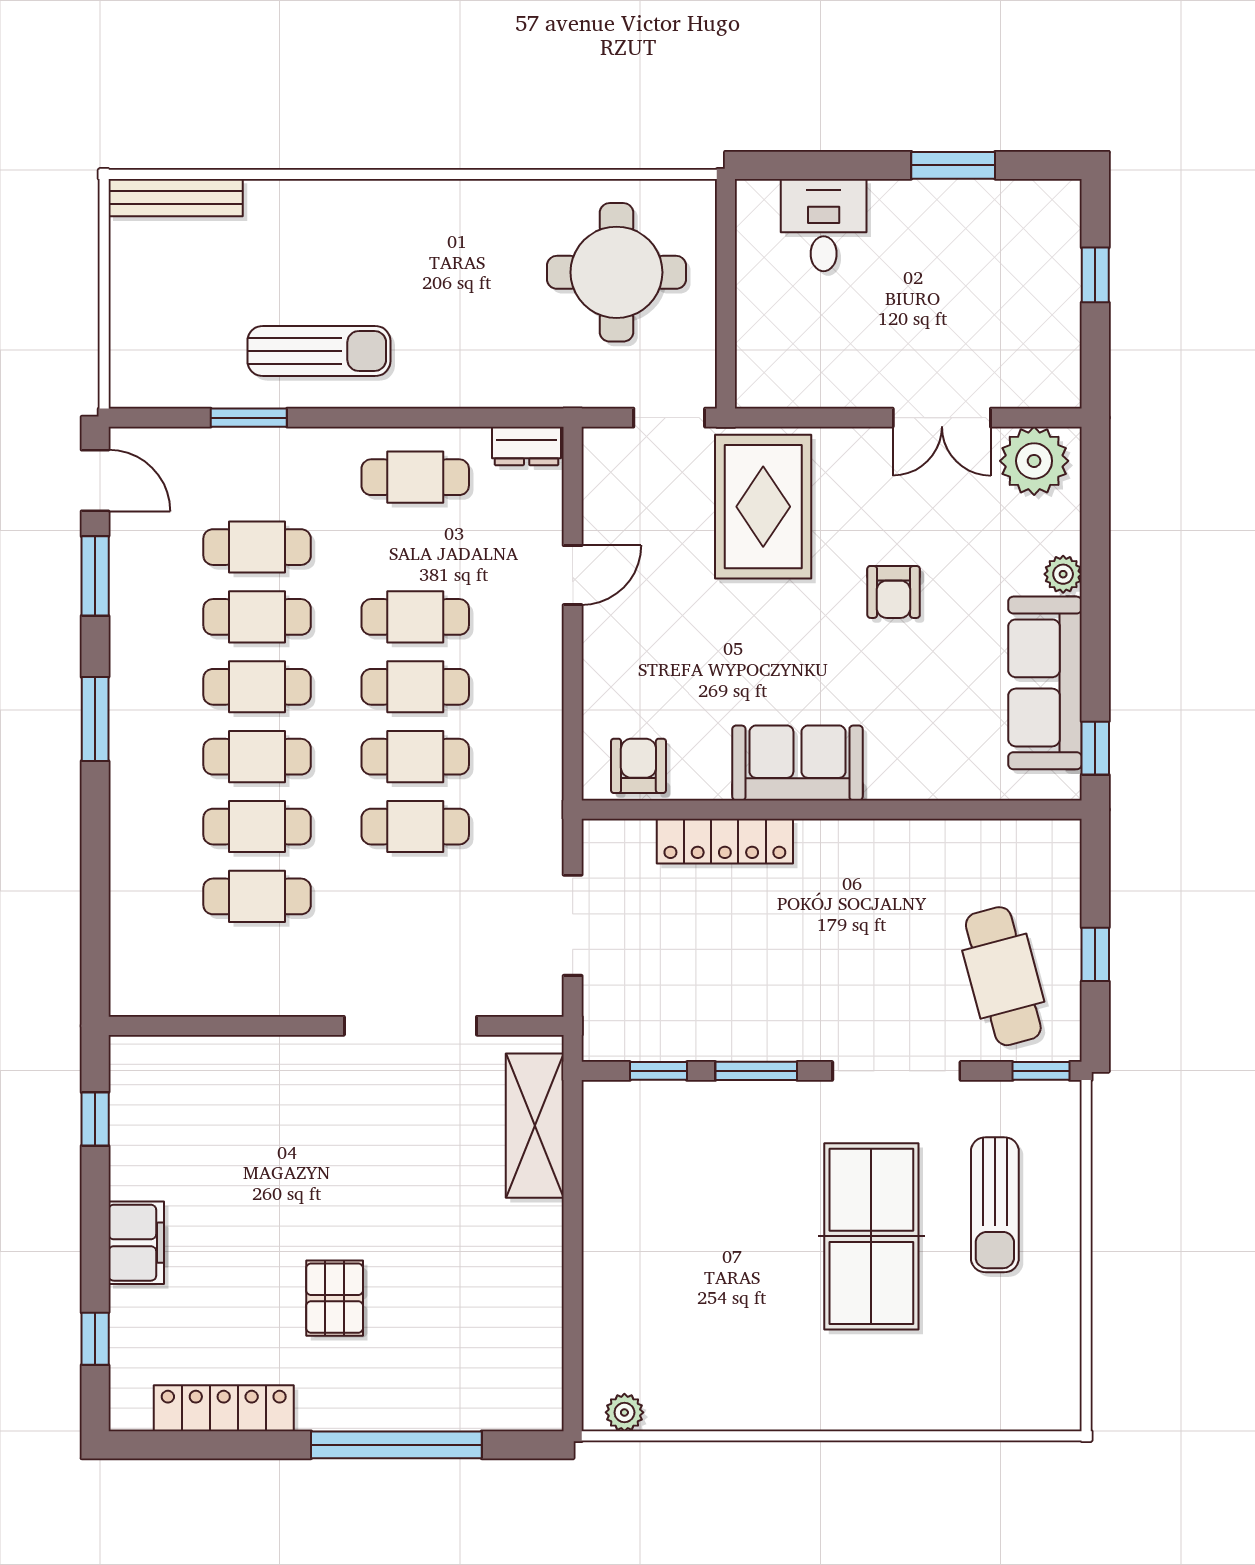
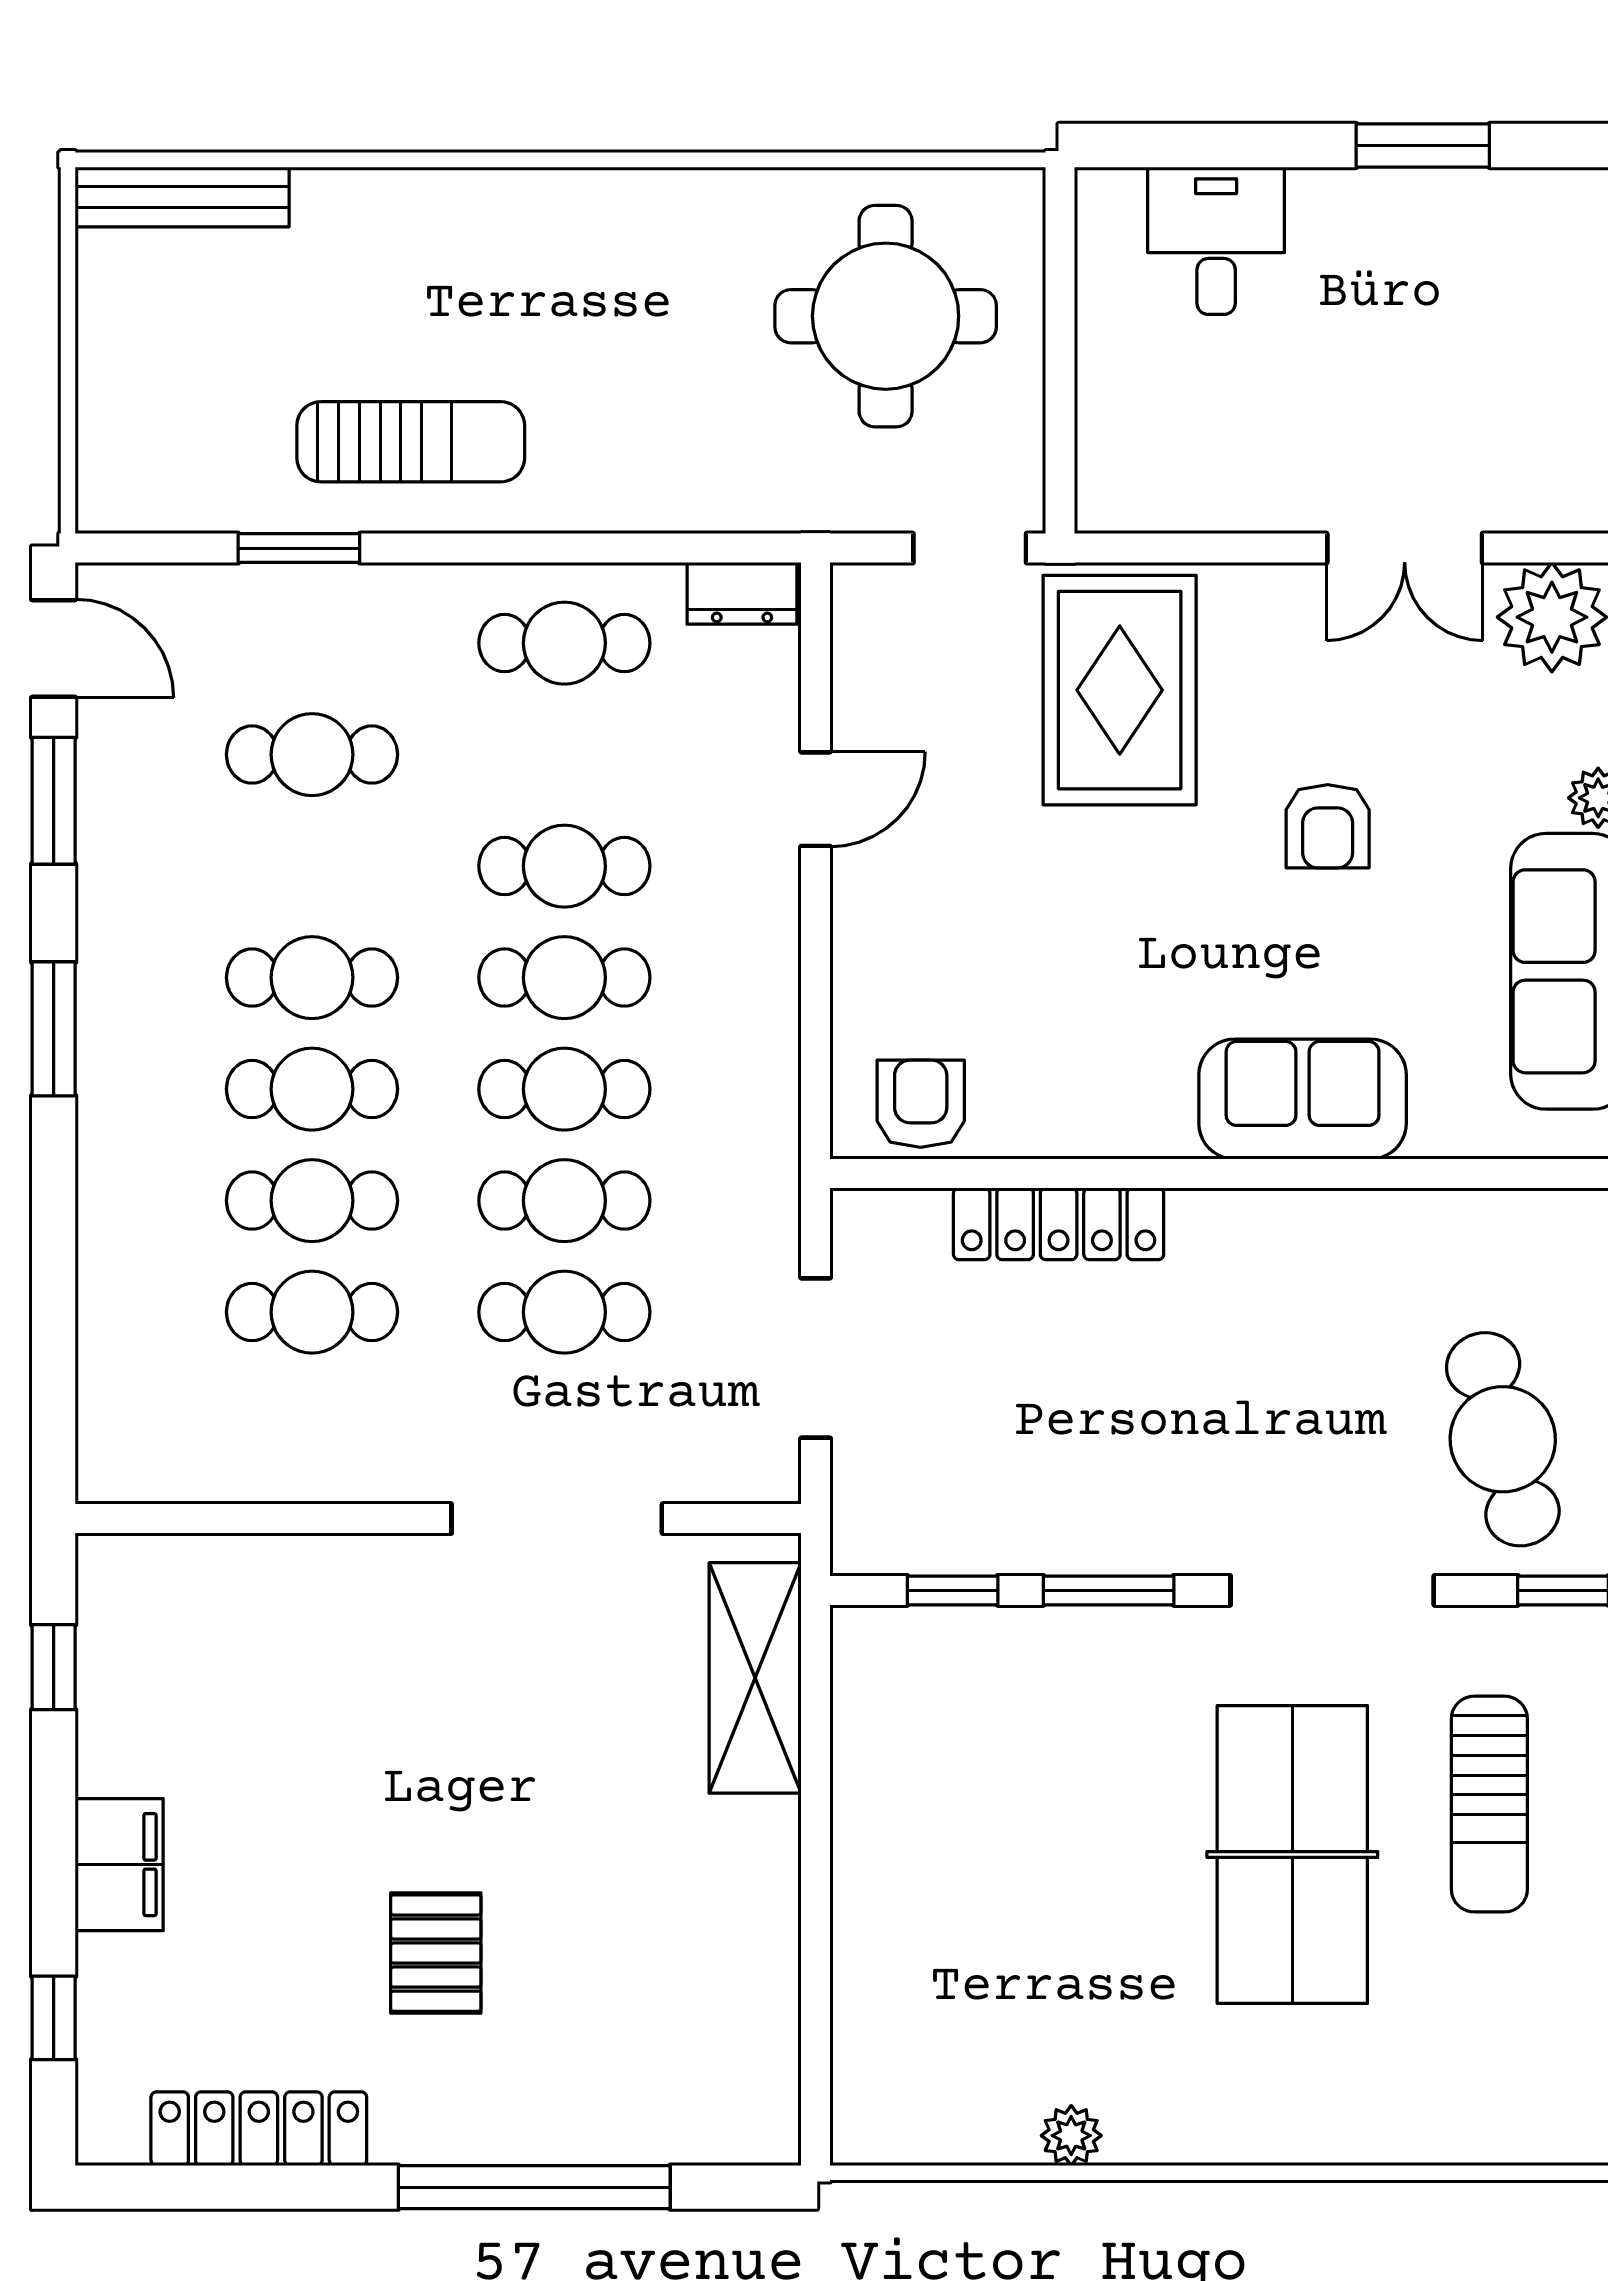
cafe table: (257, 617) -> (564, 1312), moved
sofa: (797, 763) -> (1303, 1099), moved
plant: (624, 1412) -> (1071, 2136), moved

